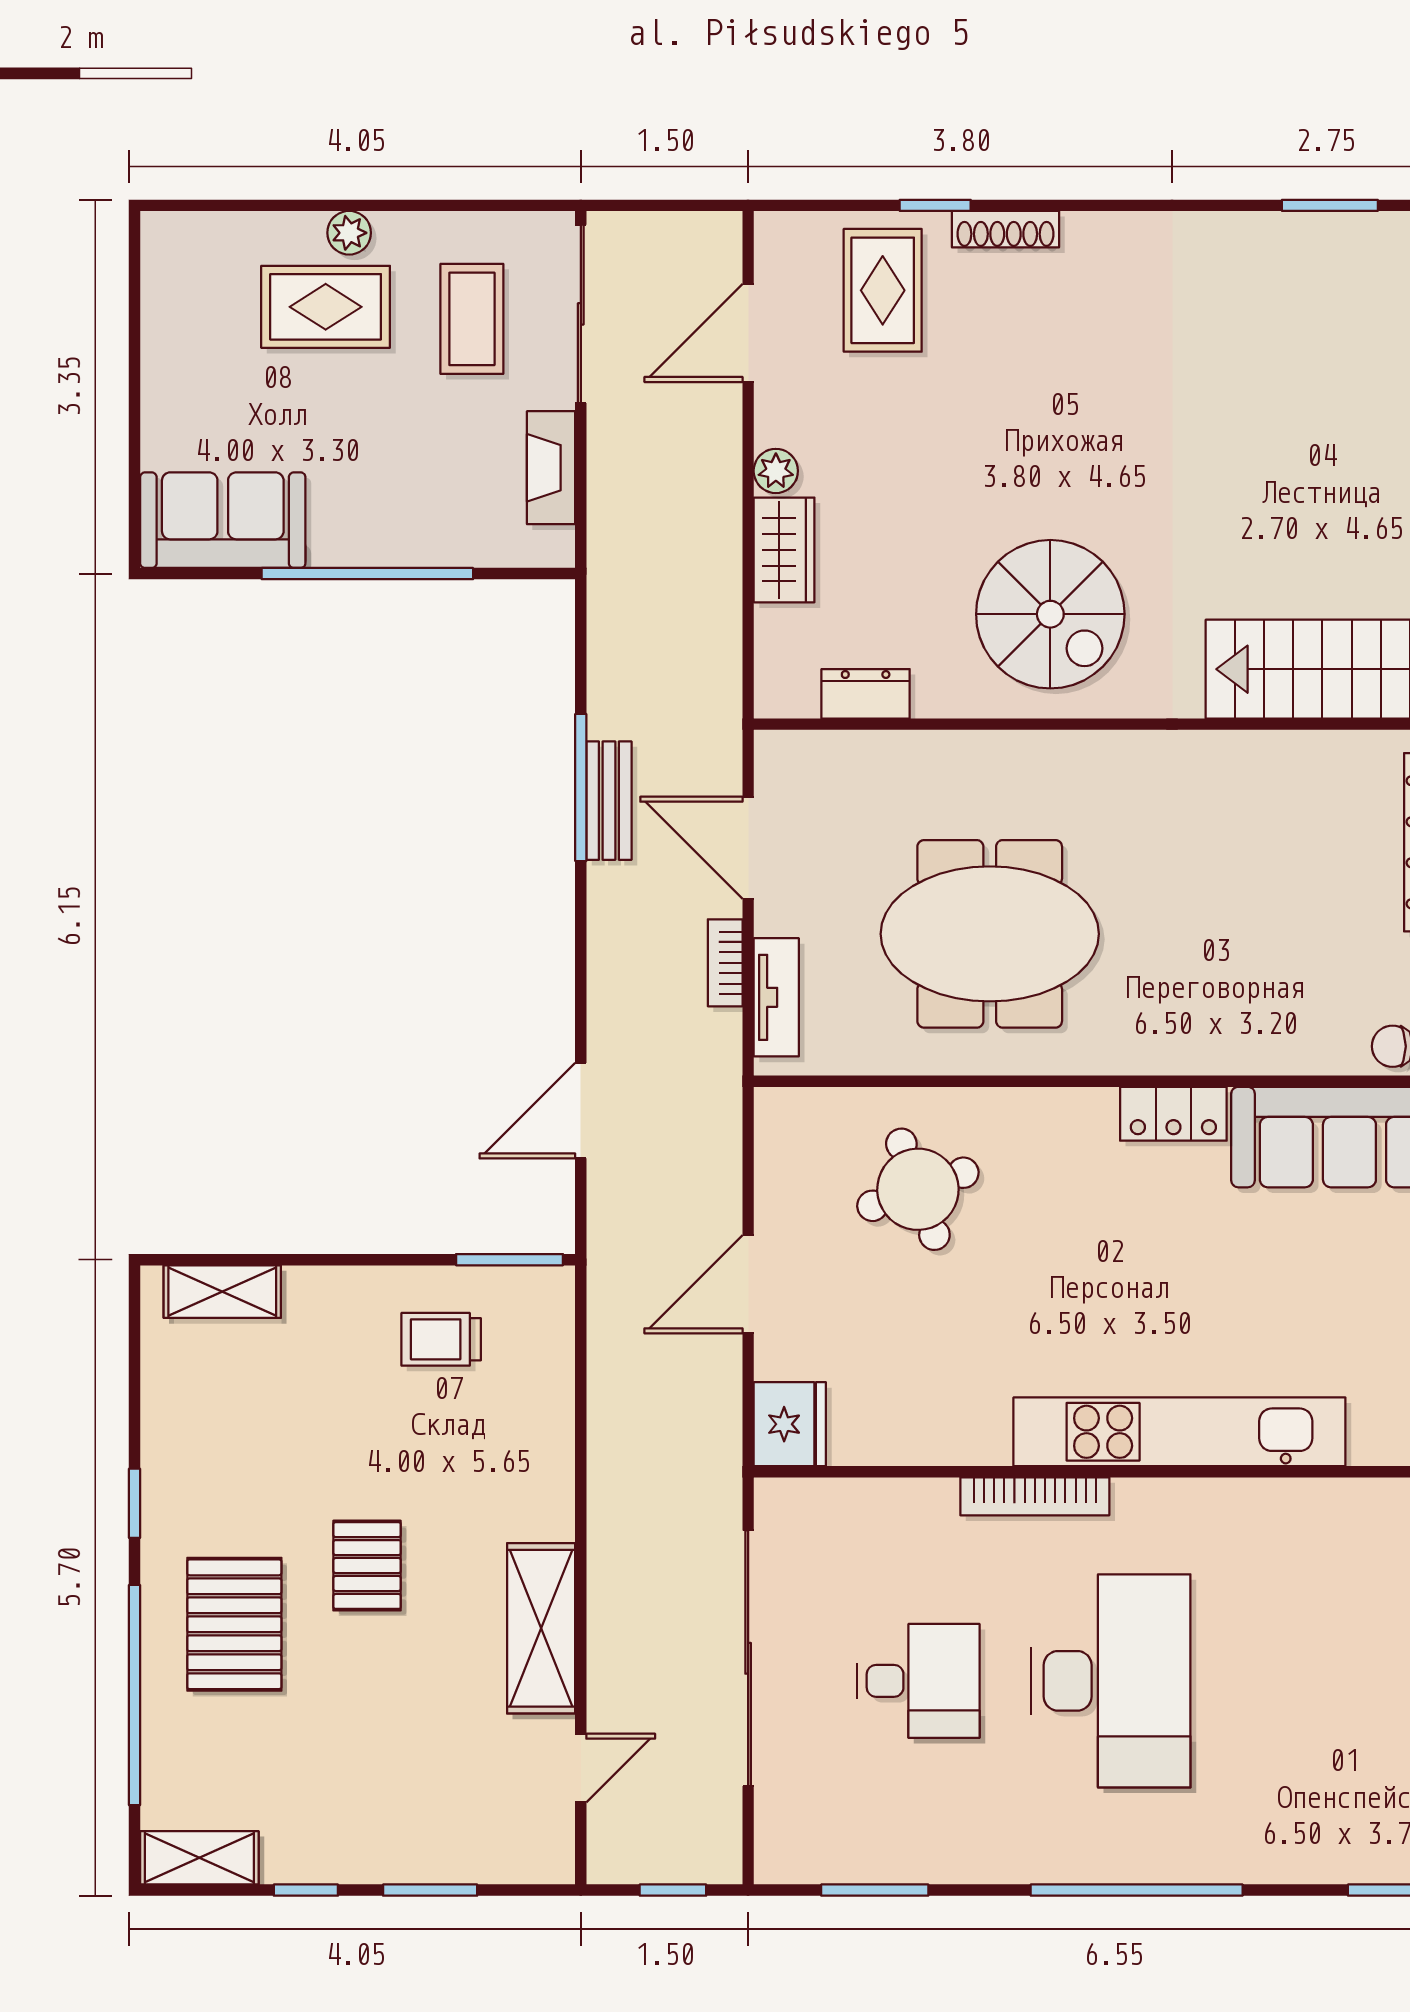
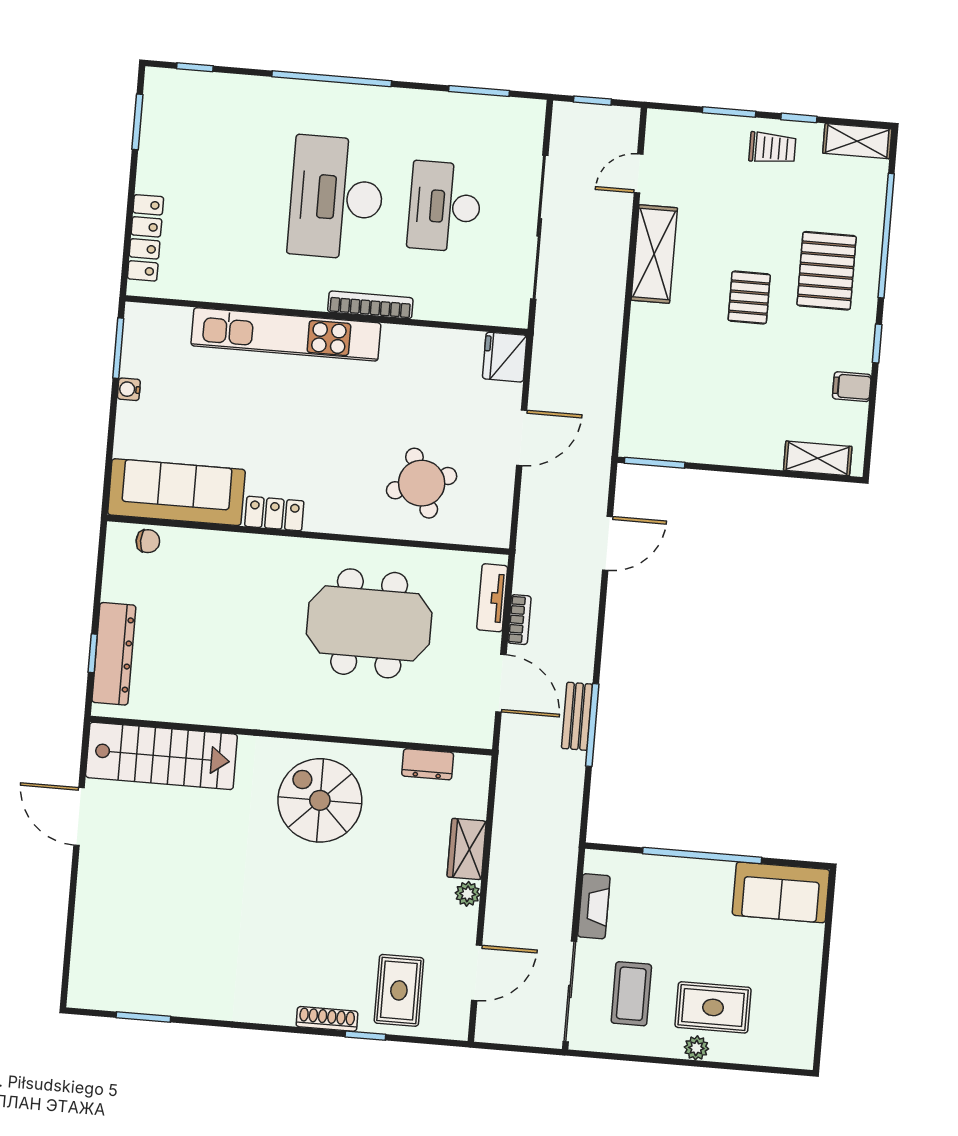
trolley: (441, 1339) -> (772, 148), moved
filing cabinet: (173, 1423) -> (852, 387), added
desk: (918, 1681) -> (445, 207), width x1.37

